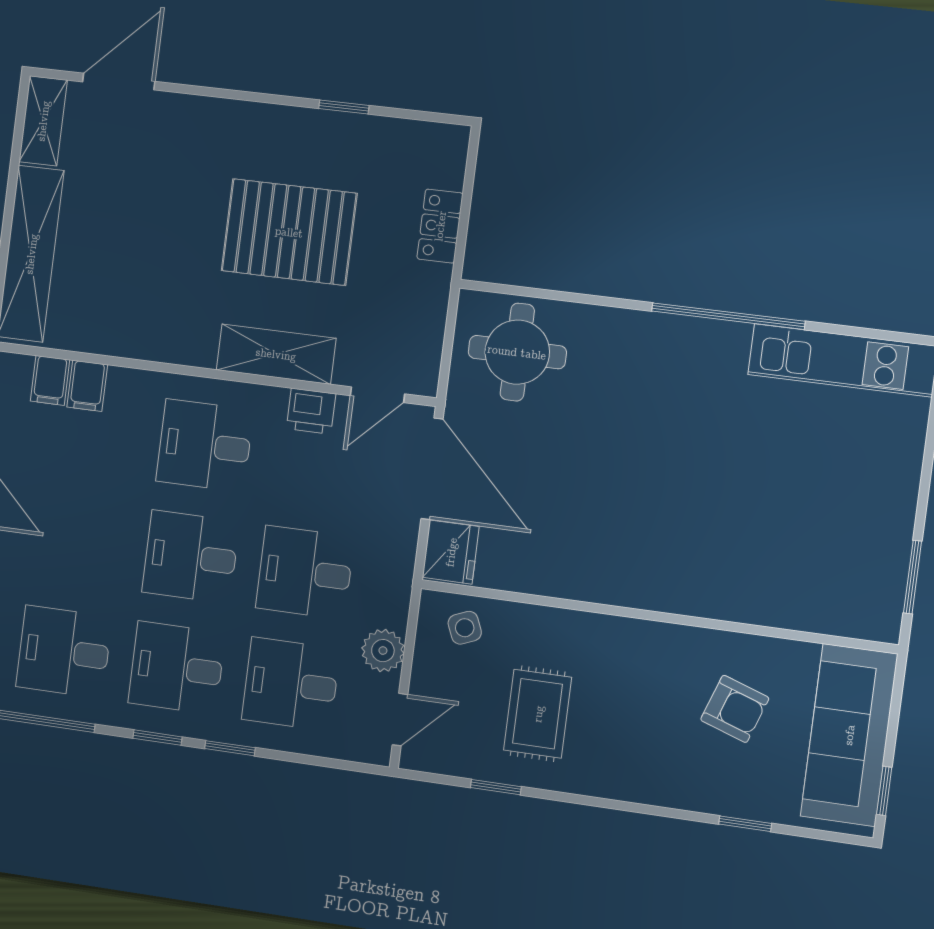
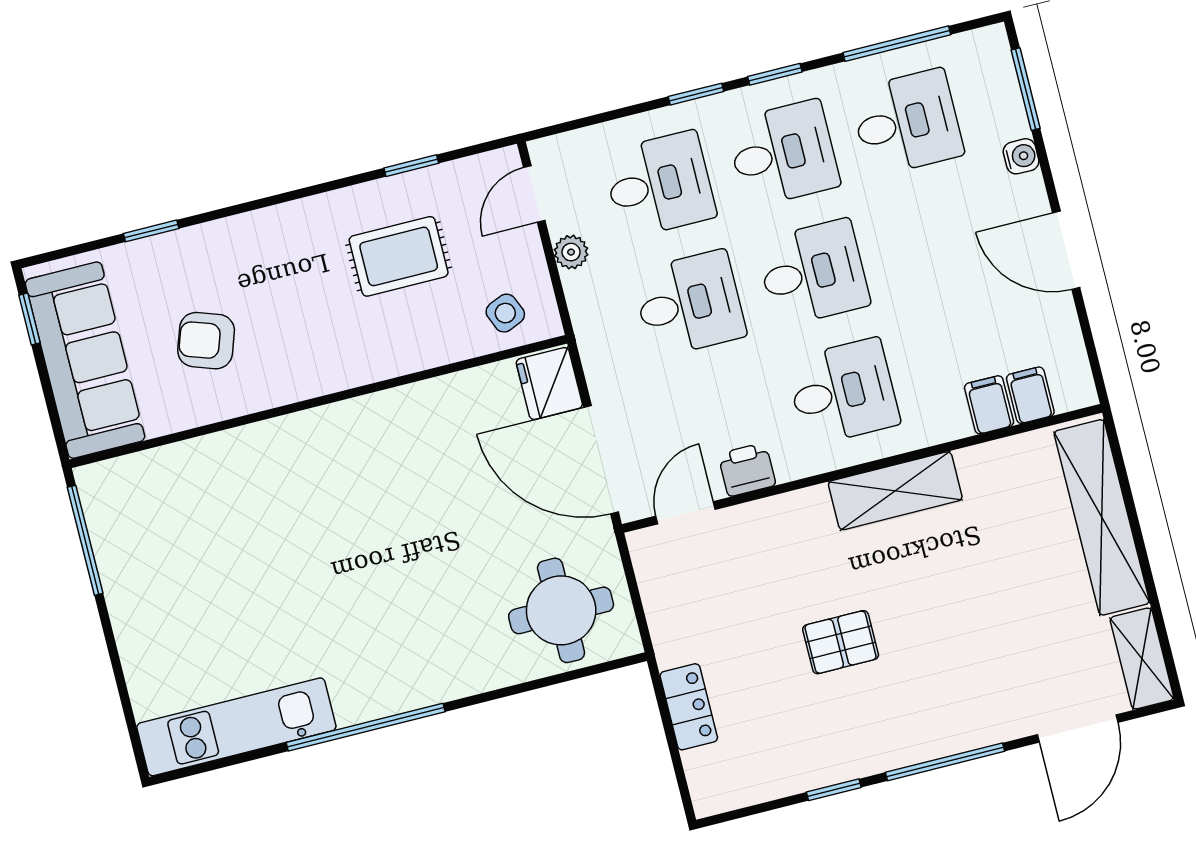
window: (241, 95) -> (945, 762), added
pallet: (289, 232) -> (841, 642), width x0.49, depth x0.50
shelving: (276, 354) -> (895, 491), moved
window: (913, 577) -> (85, 540), width x1.44
plant: (383, 651) -> (571, 252), width x0.73, depth x0.73
rug: (538, 714) -> (399, 256), turned 90

